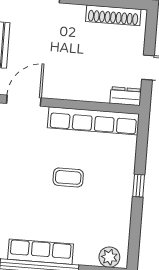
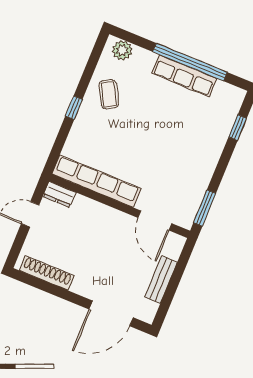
door: (24, 101) -> (155, 221), hinge flipped
coffee table: (68, 177) -> (109, 94), moved, turned 61

